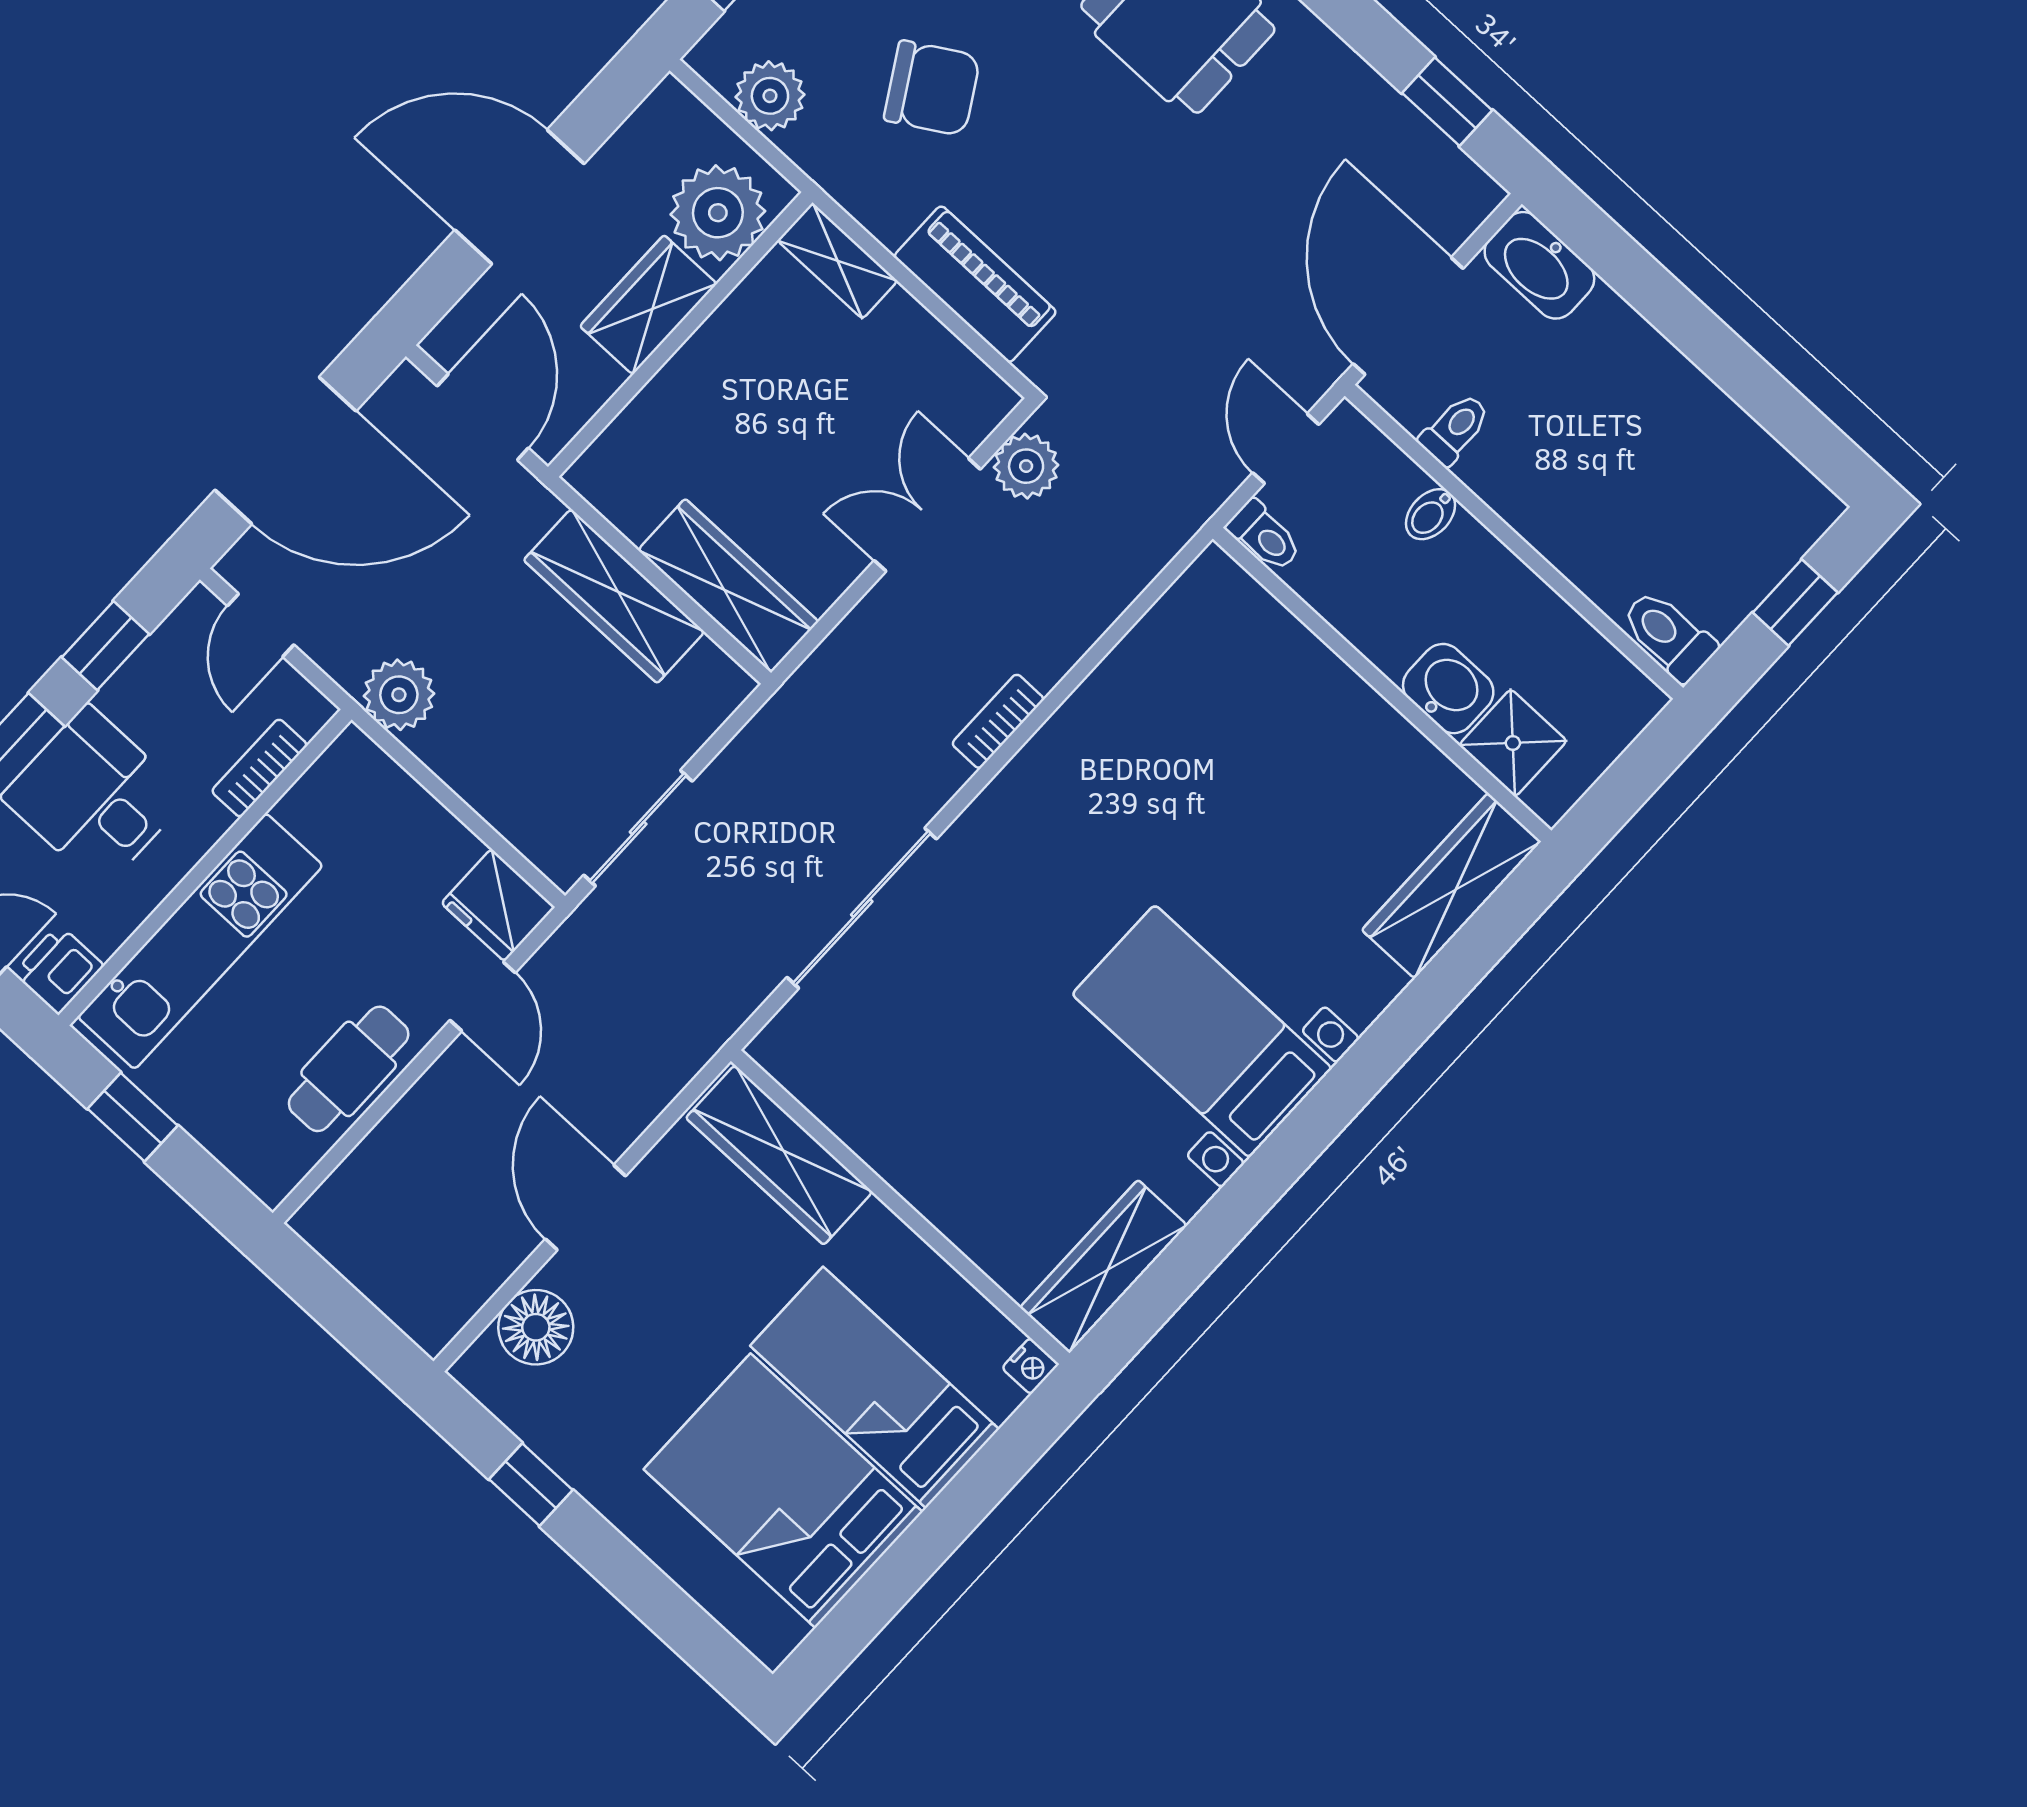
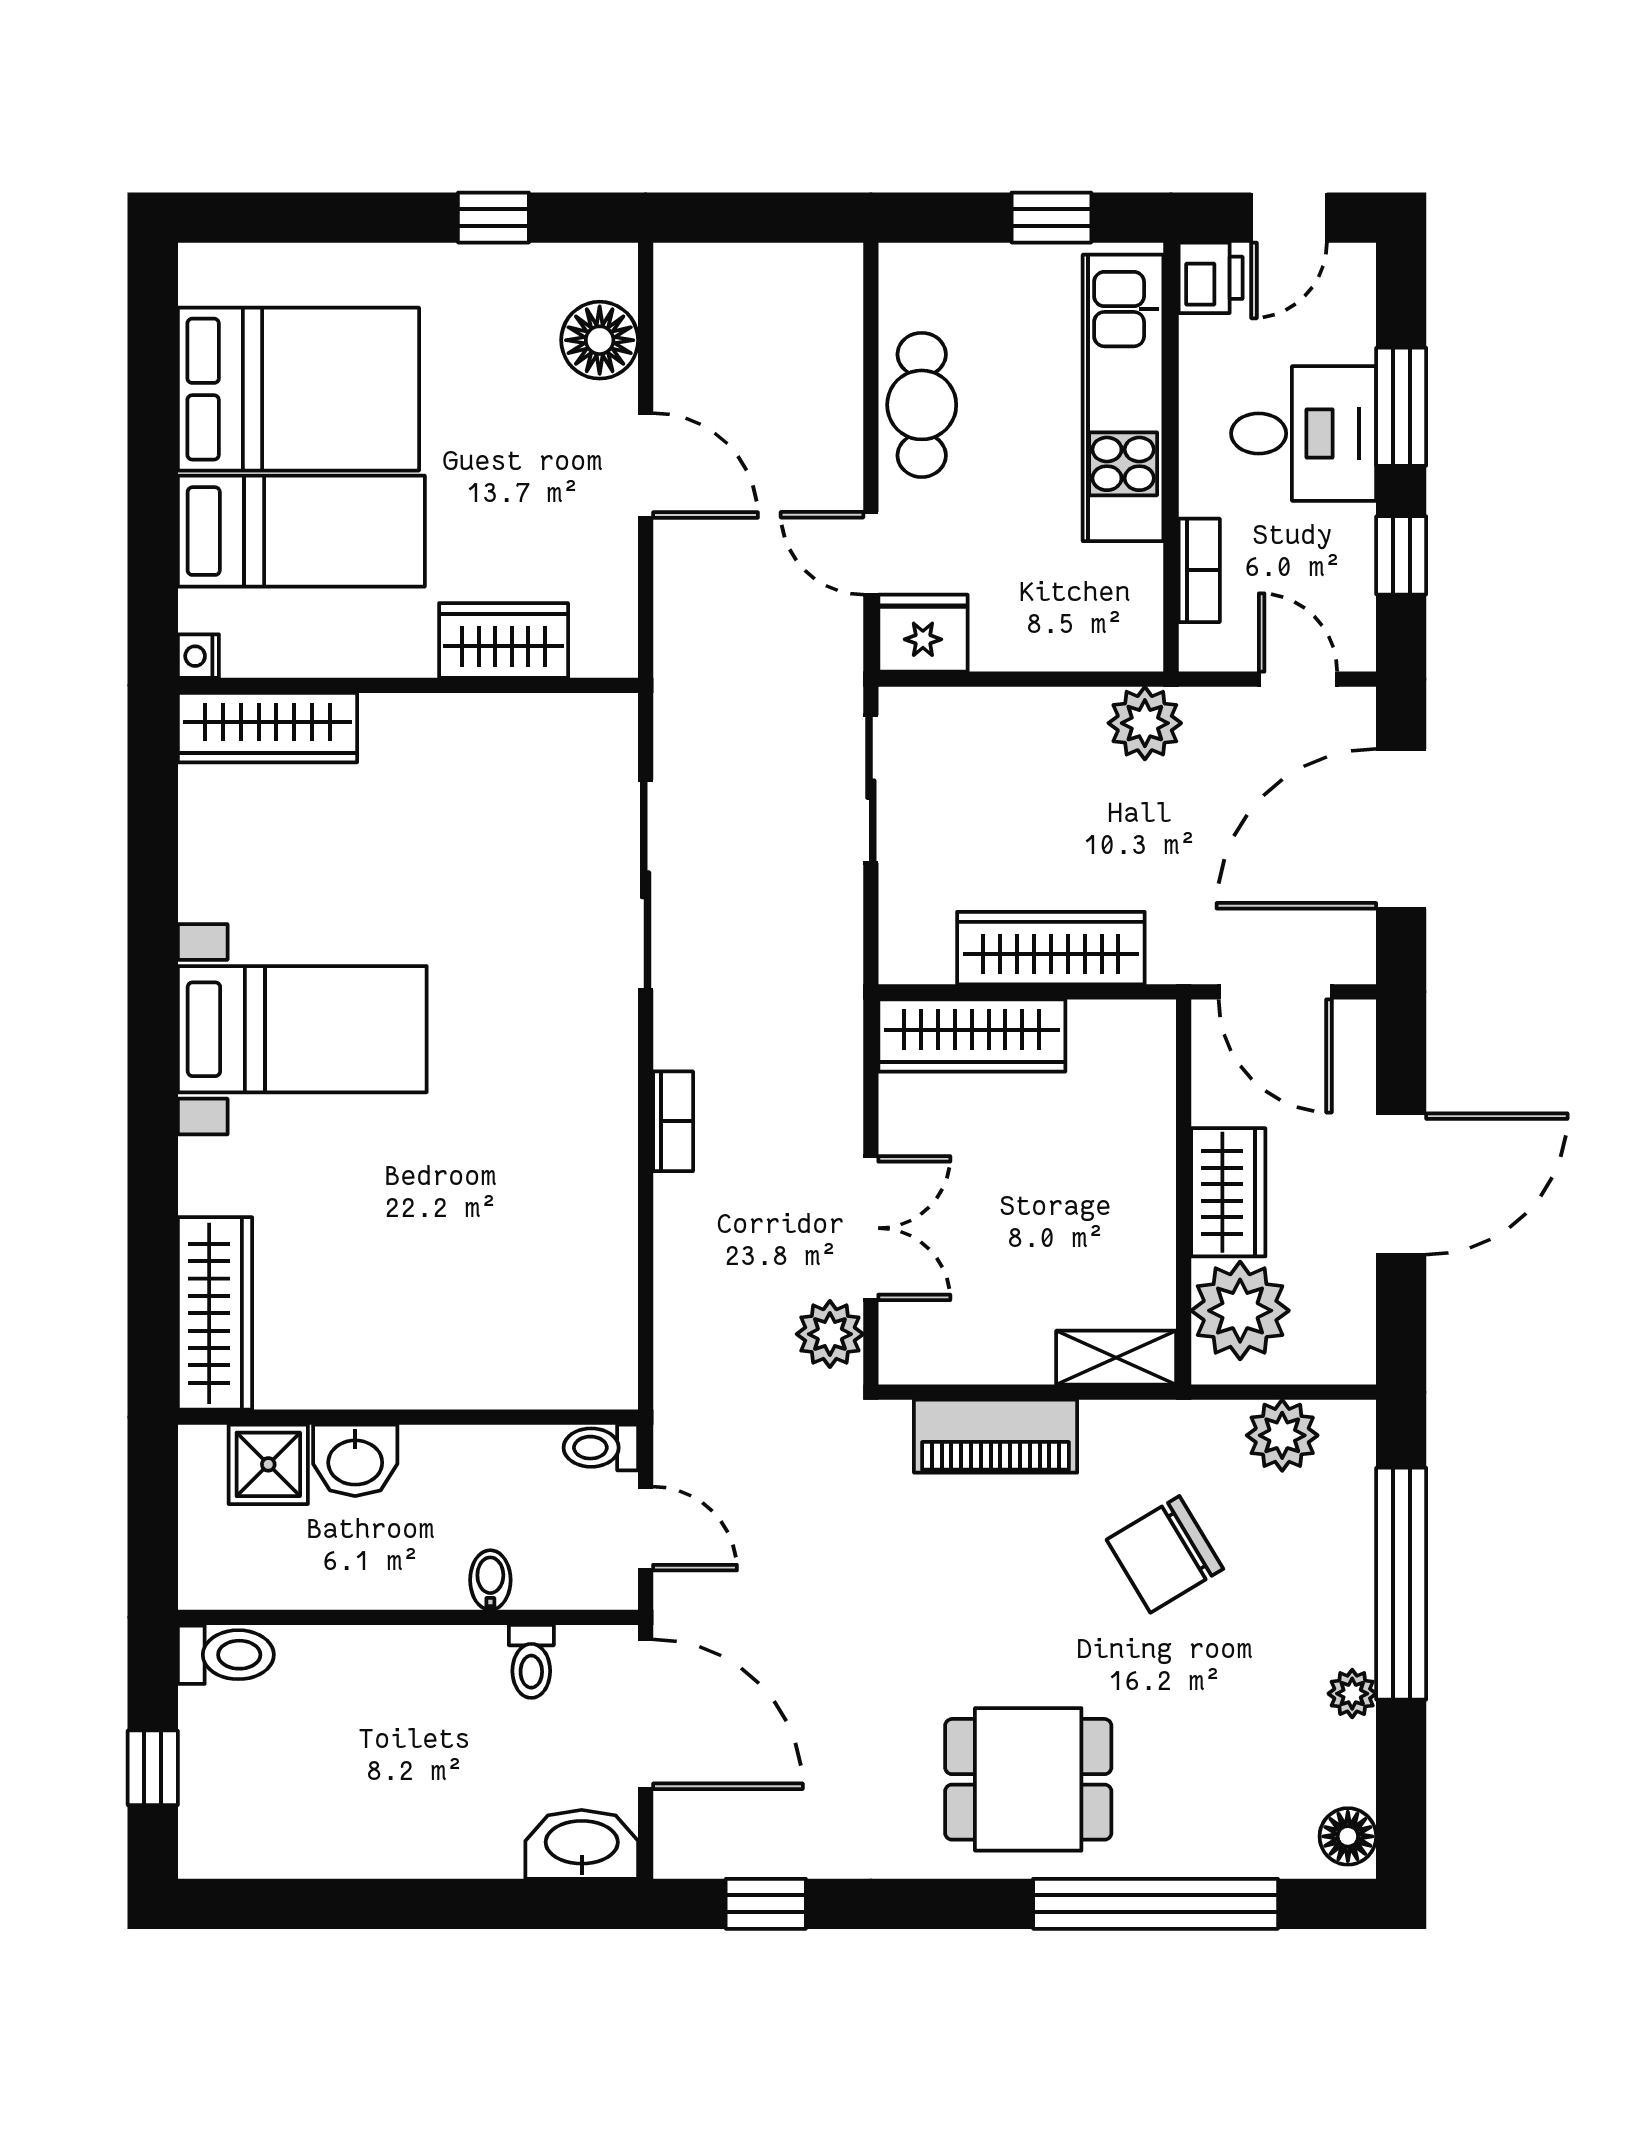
wardrobe: (779, 1155) -> (504, 640), width x0.67
wardrobe: (1104, 1266) -> (267, 728), moved, turned 90

